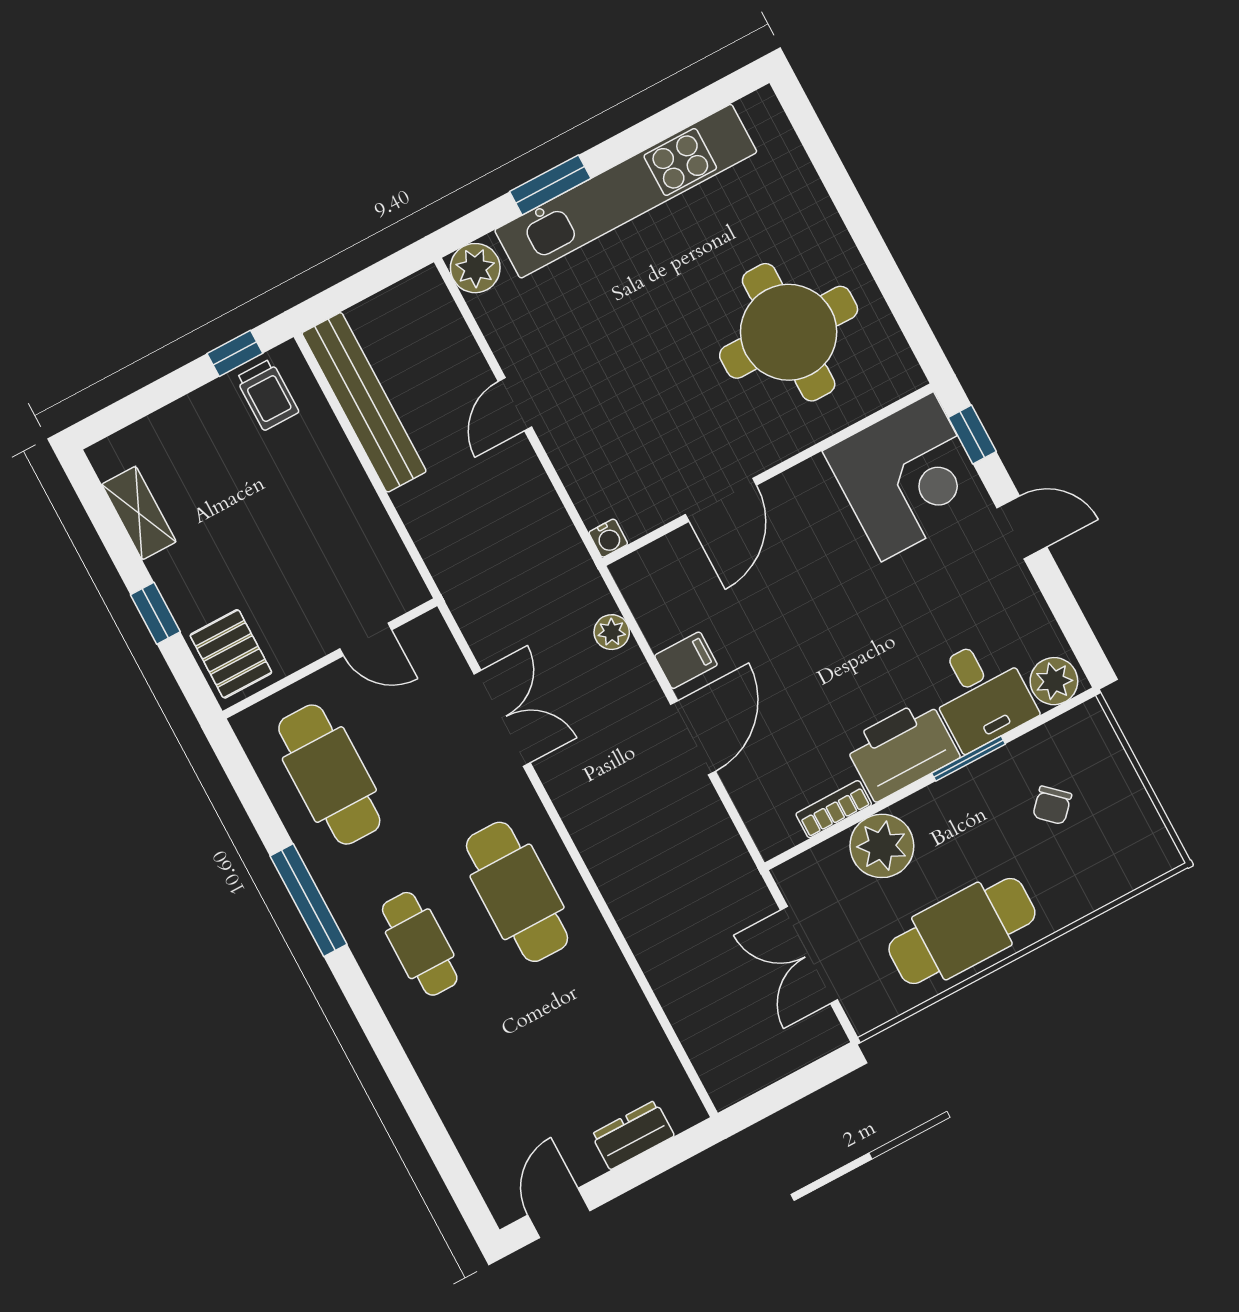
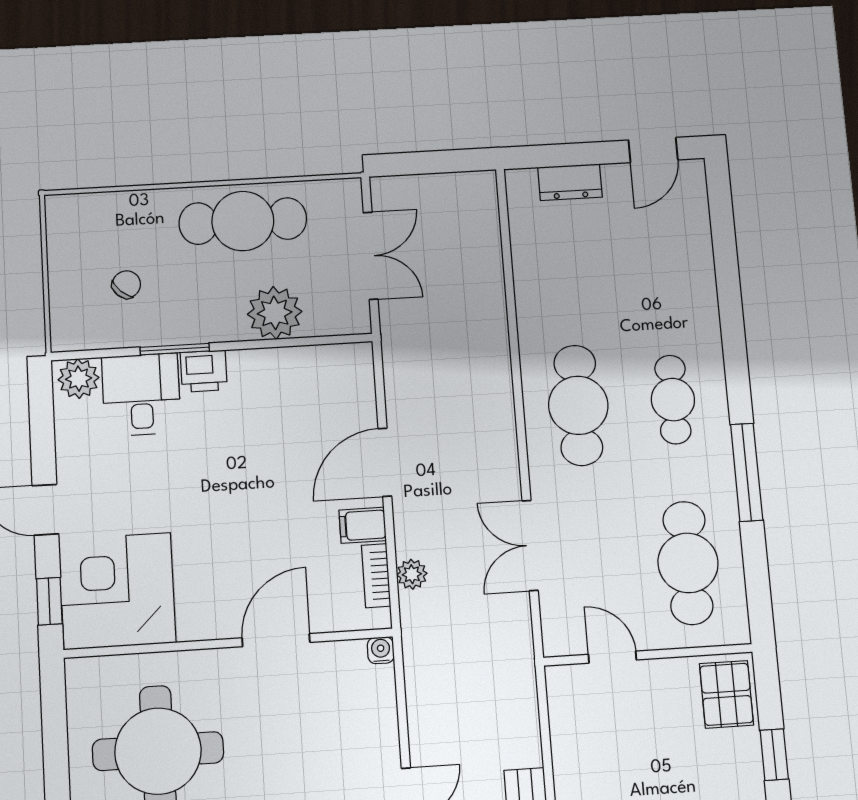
printer: (902, 750) -> (204, 371), width x0.53, depth x0.68
bookcase: (834, 809) -> (376, 576), moved, turned 90

